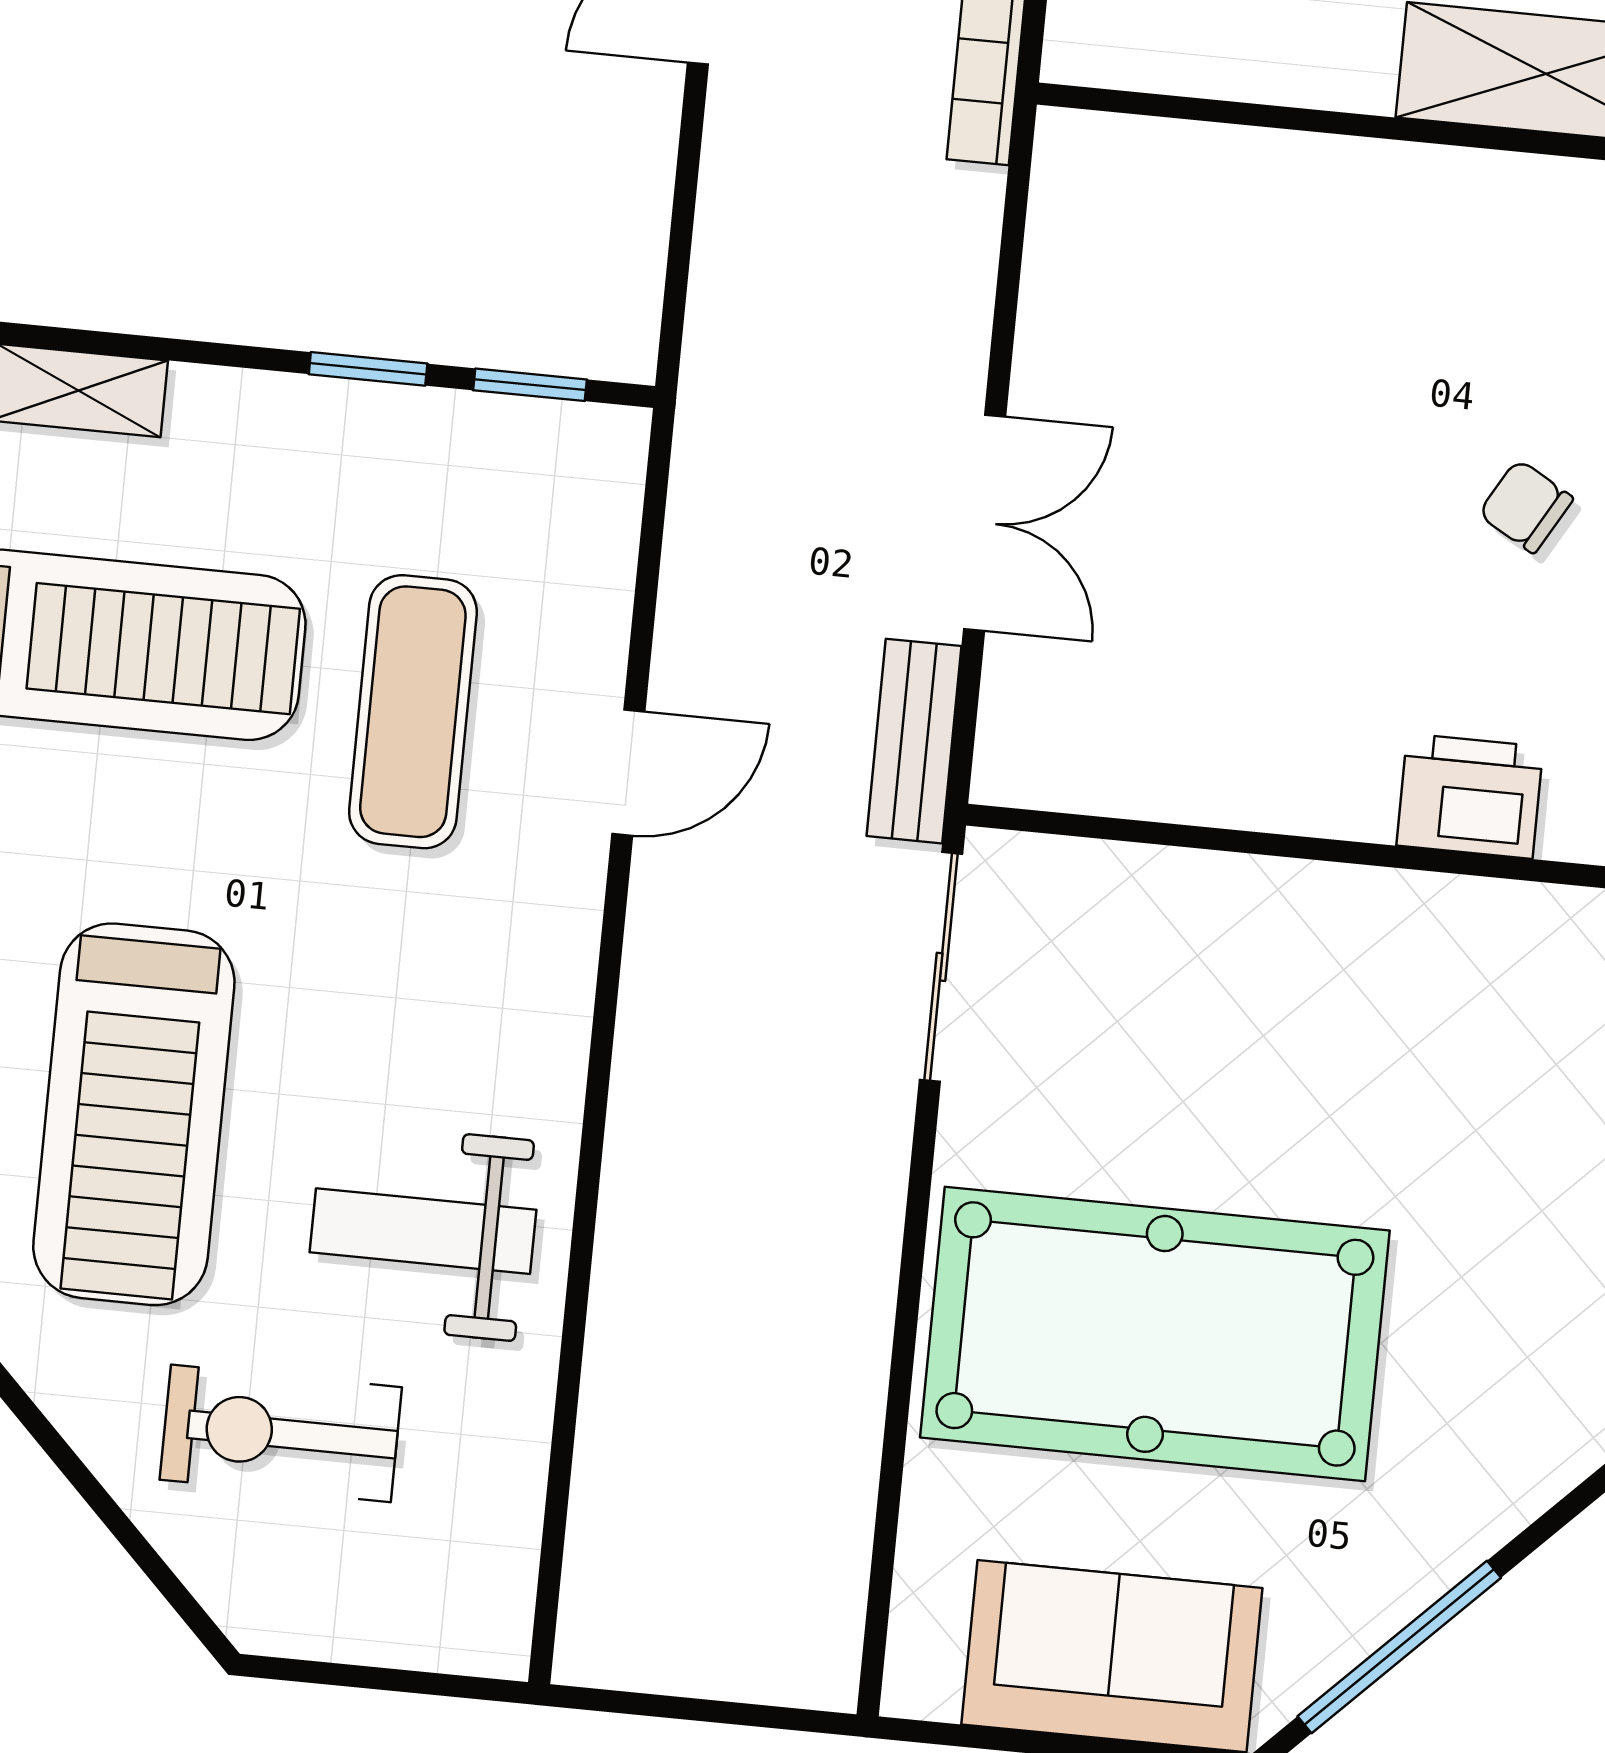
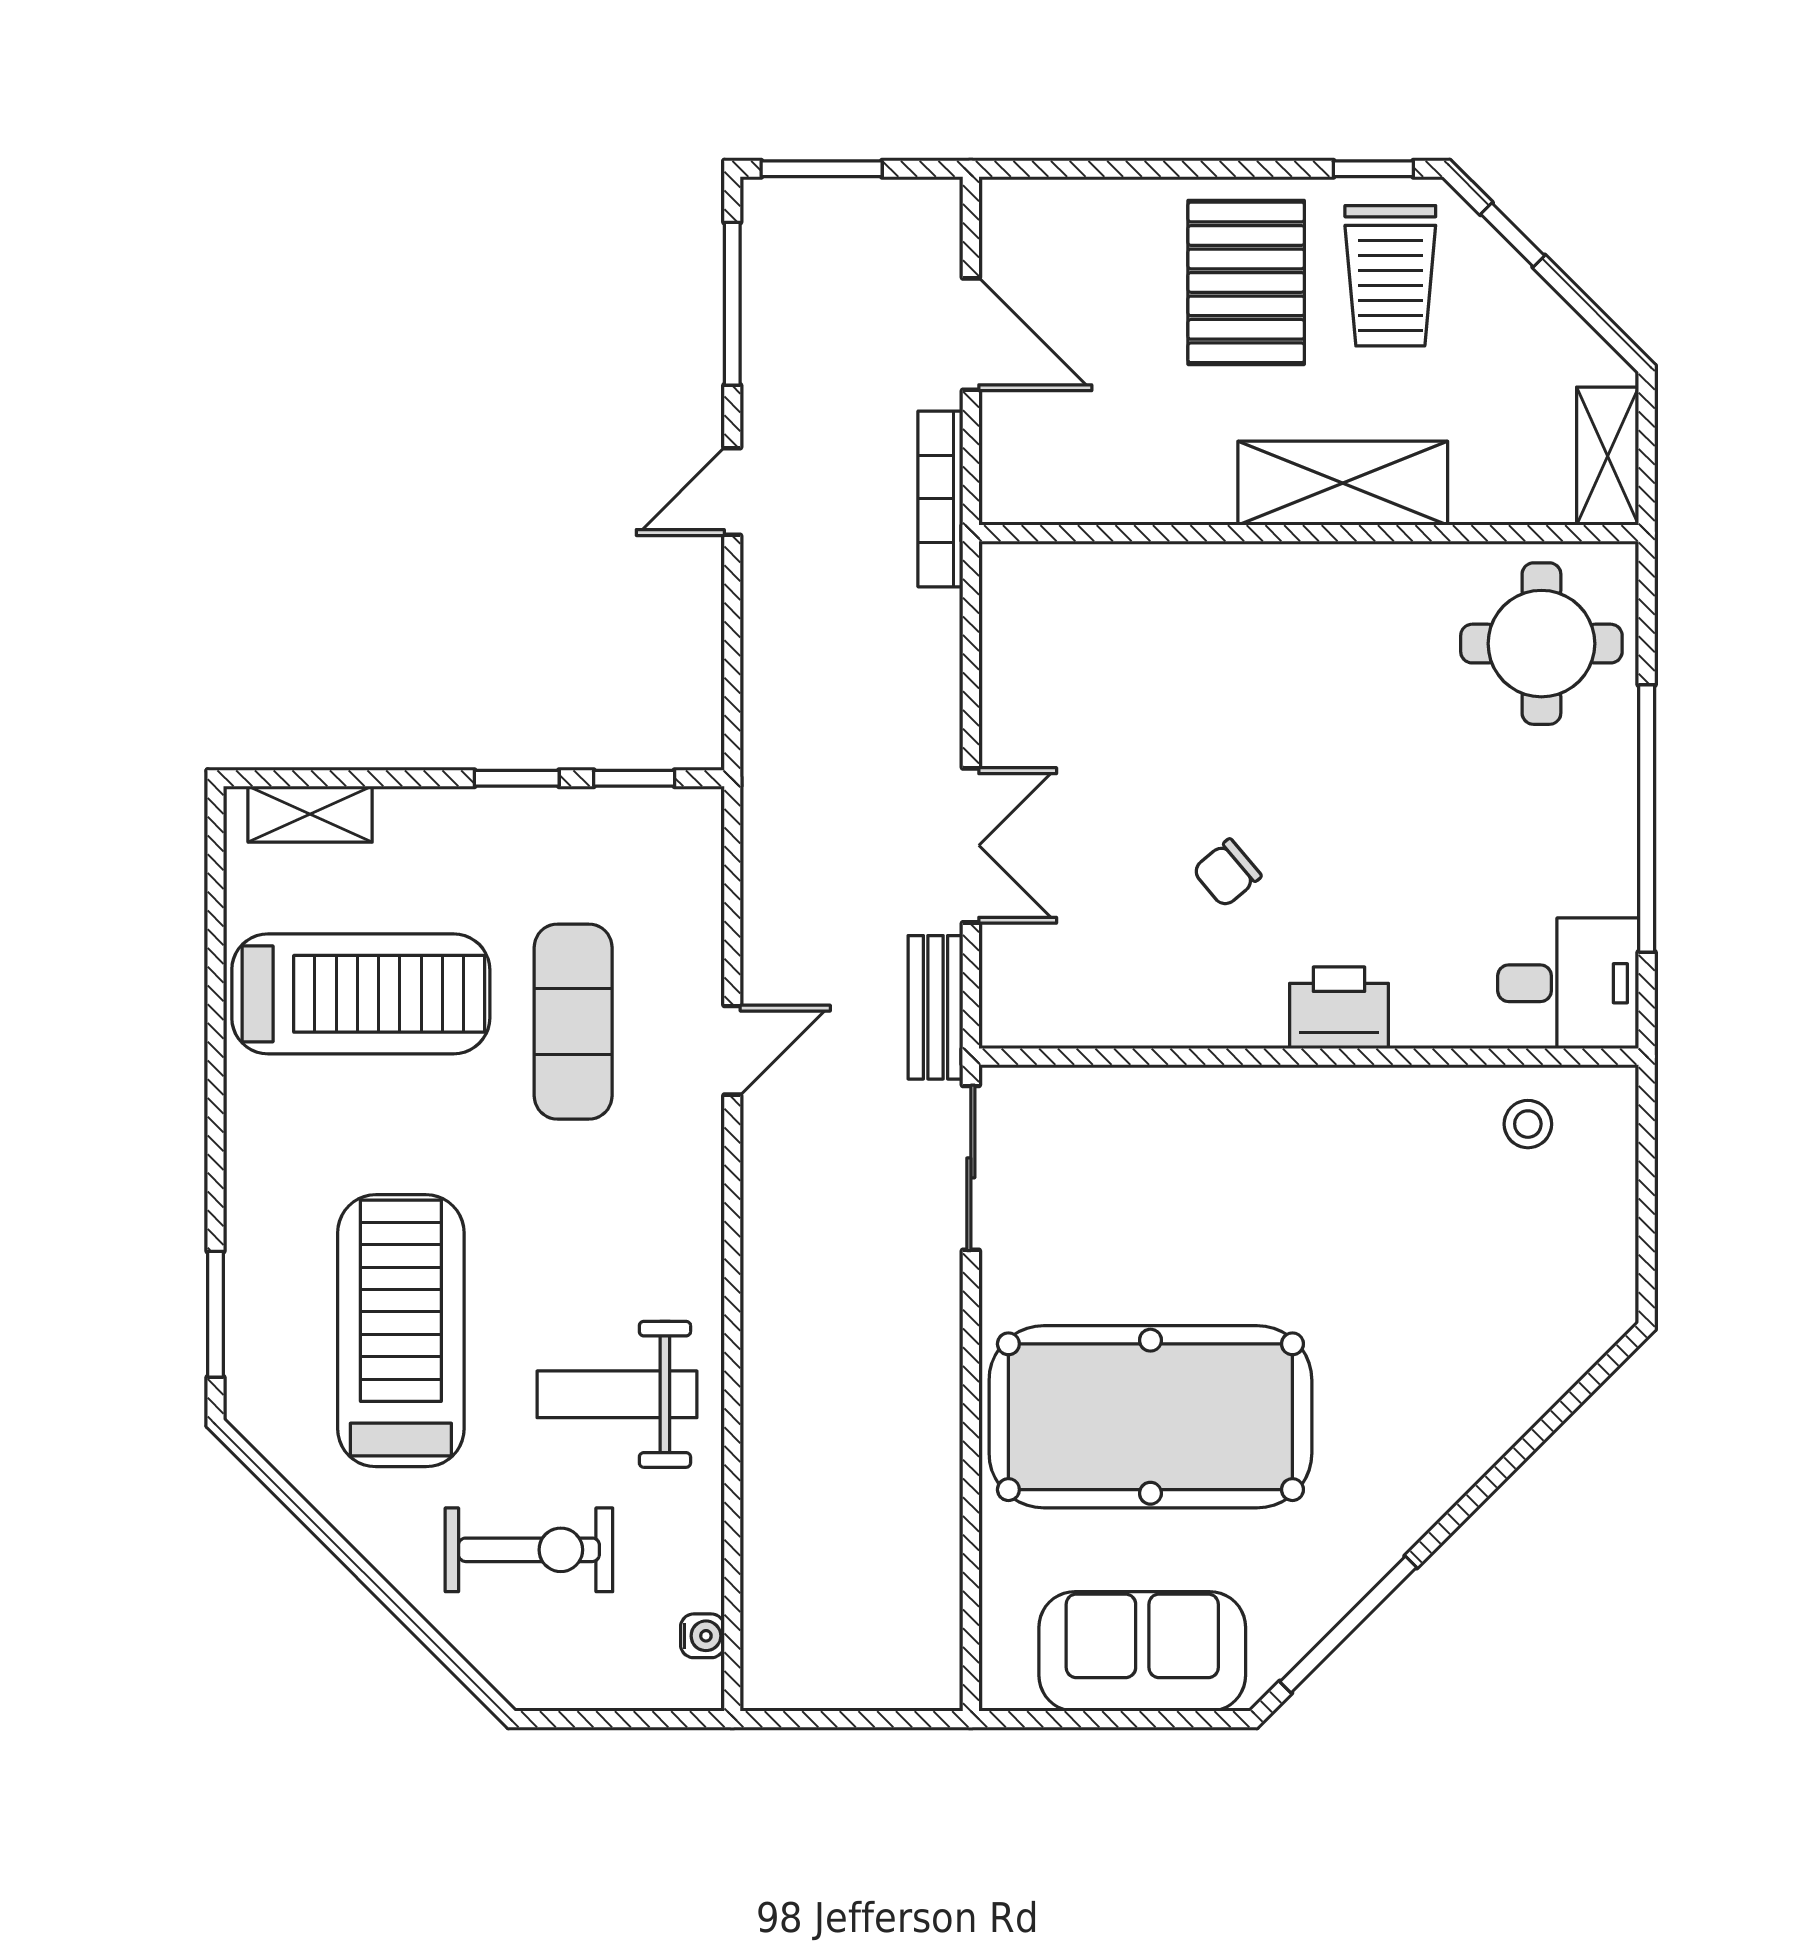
chair: (1526, 506) -> (1227, 873), moved, turned -70
treadmill: (134, 1114) -> (401, 1331), turned 180
exercise bike: (281, 1433) -> (529, 1550), turned 180
water cooler: (508, 1575) -> (702, 1636), added

